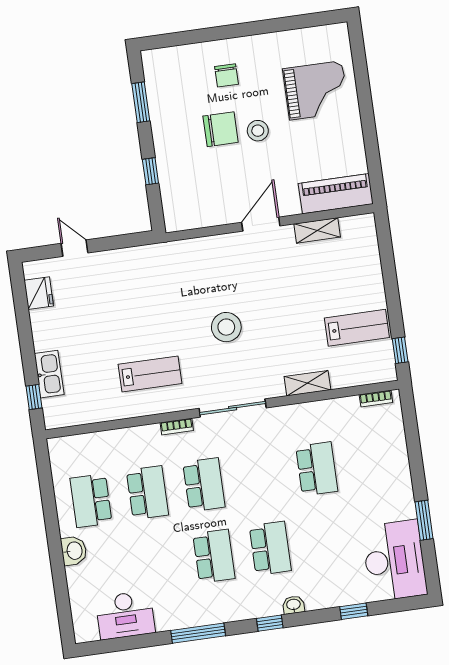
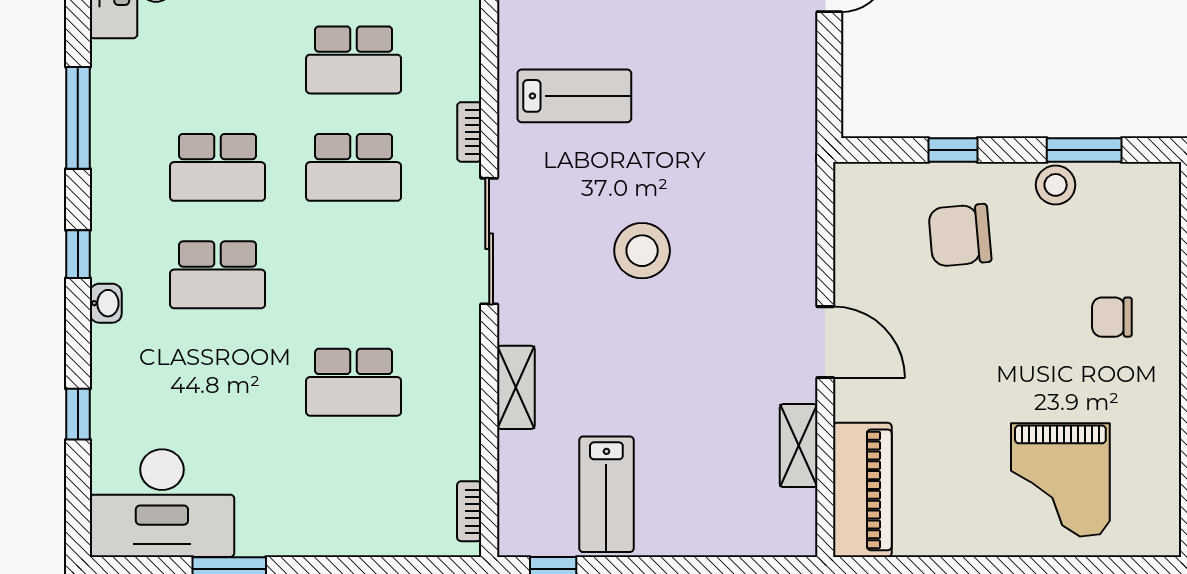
chair: (221, 129) -> (960, 235), moved, turned 85
stool: (258, 131) -> (1056, 185), moved
lab bench: (150, 374) -> (574, 96), turned -90

